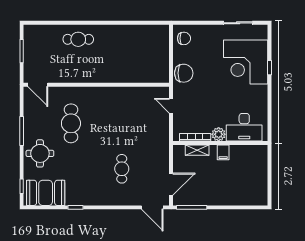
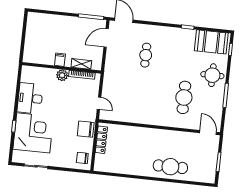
cafe table: (78, 39) -> (170, 167), width x1.37, depth x1.35
locker: (164, 63) -> (101, 140), added
desk: (244, 127) -> (30, 98), moved, turned -90

